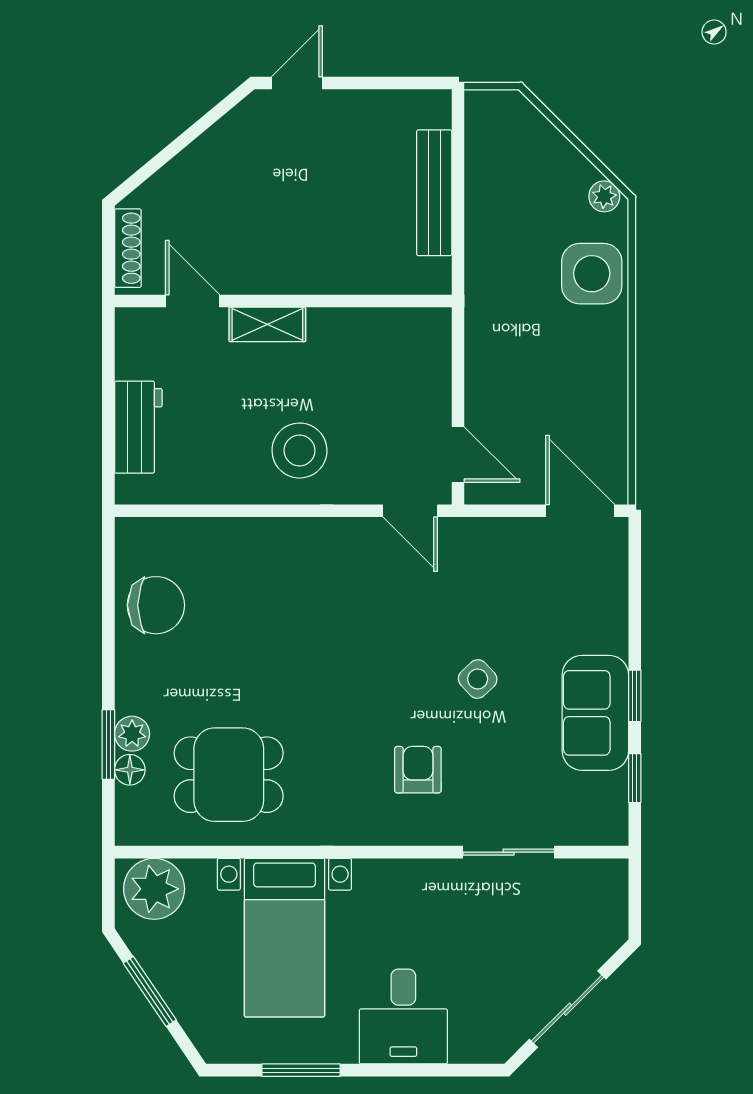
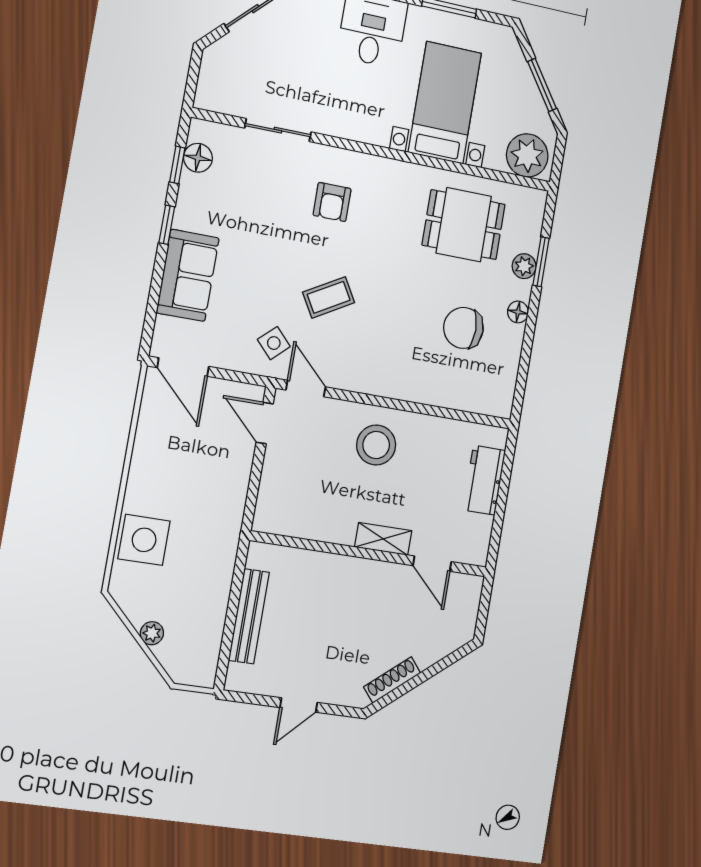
door: (297, 83) -> (299, 705), moved
plant: (604, 196) -> (152, 633), moved
shoe rack: (128, 248) -> (392, 680), moved, turned 50
chair: (156, 605) -> (463, 328), moved
coffee table: (400, 640) -> (329, 297), added
side table: (478, 679) -> (274, 343), moved
sofa: (595, 713) -> (188, 275), moved
floor lamp: (130, 770) -> (518, 312), moved
floor lamp: (609, 793) -> (198, 158), added

